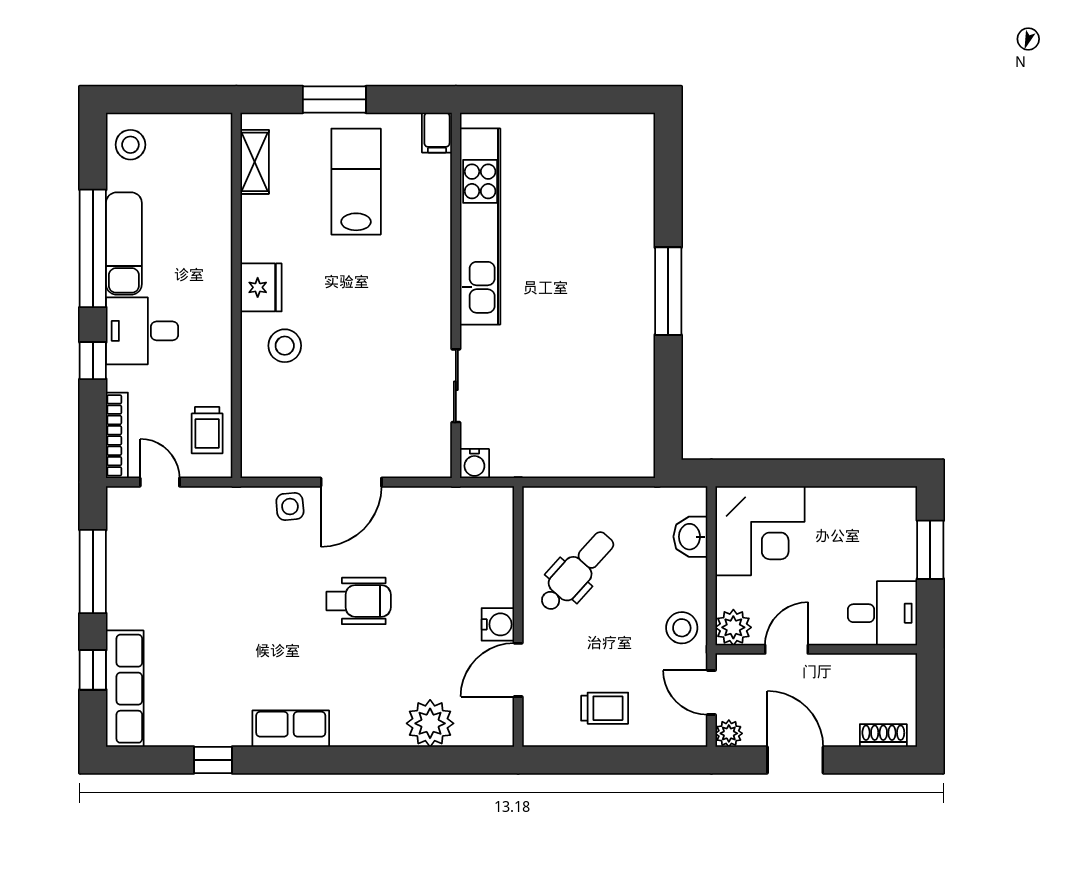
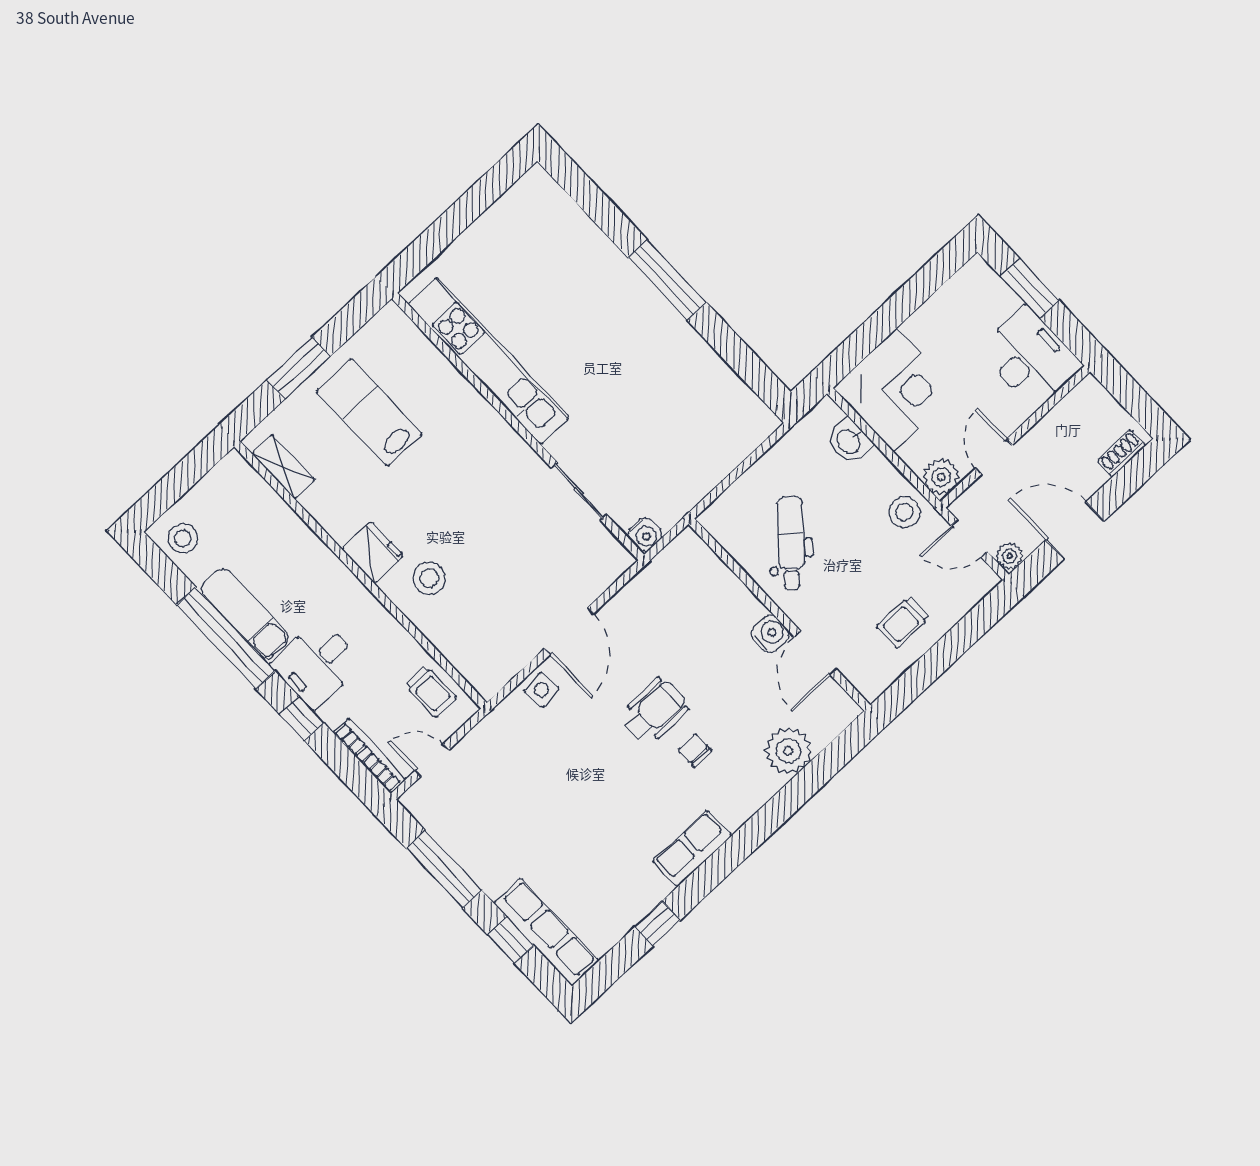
filing cabinet: (437, 133) -> (394, 323), removed
desk: (883, 613) -> (1030, 358), width x1.37
chair: (361, 658) -> (695, 750), added
trolley: (605, 708) -> (903, 622), turned 180

